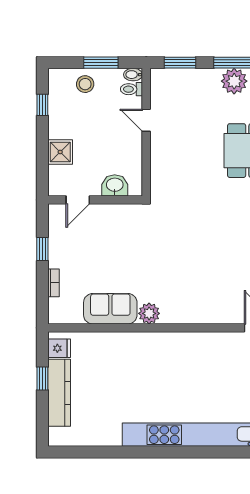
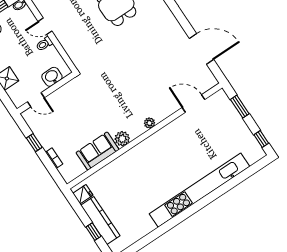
toilet: (132, 89) -> (44, 44), moved
door: (78, 200) -> (36, 100), hinge flipped
plant: (194, 316) -> (149, 123), added
window: (42, 379) -> (93, 232), moved

